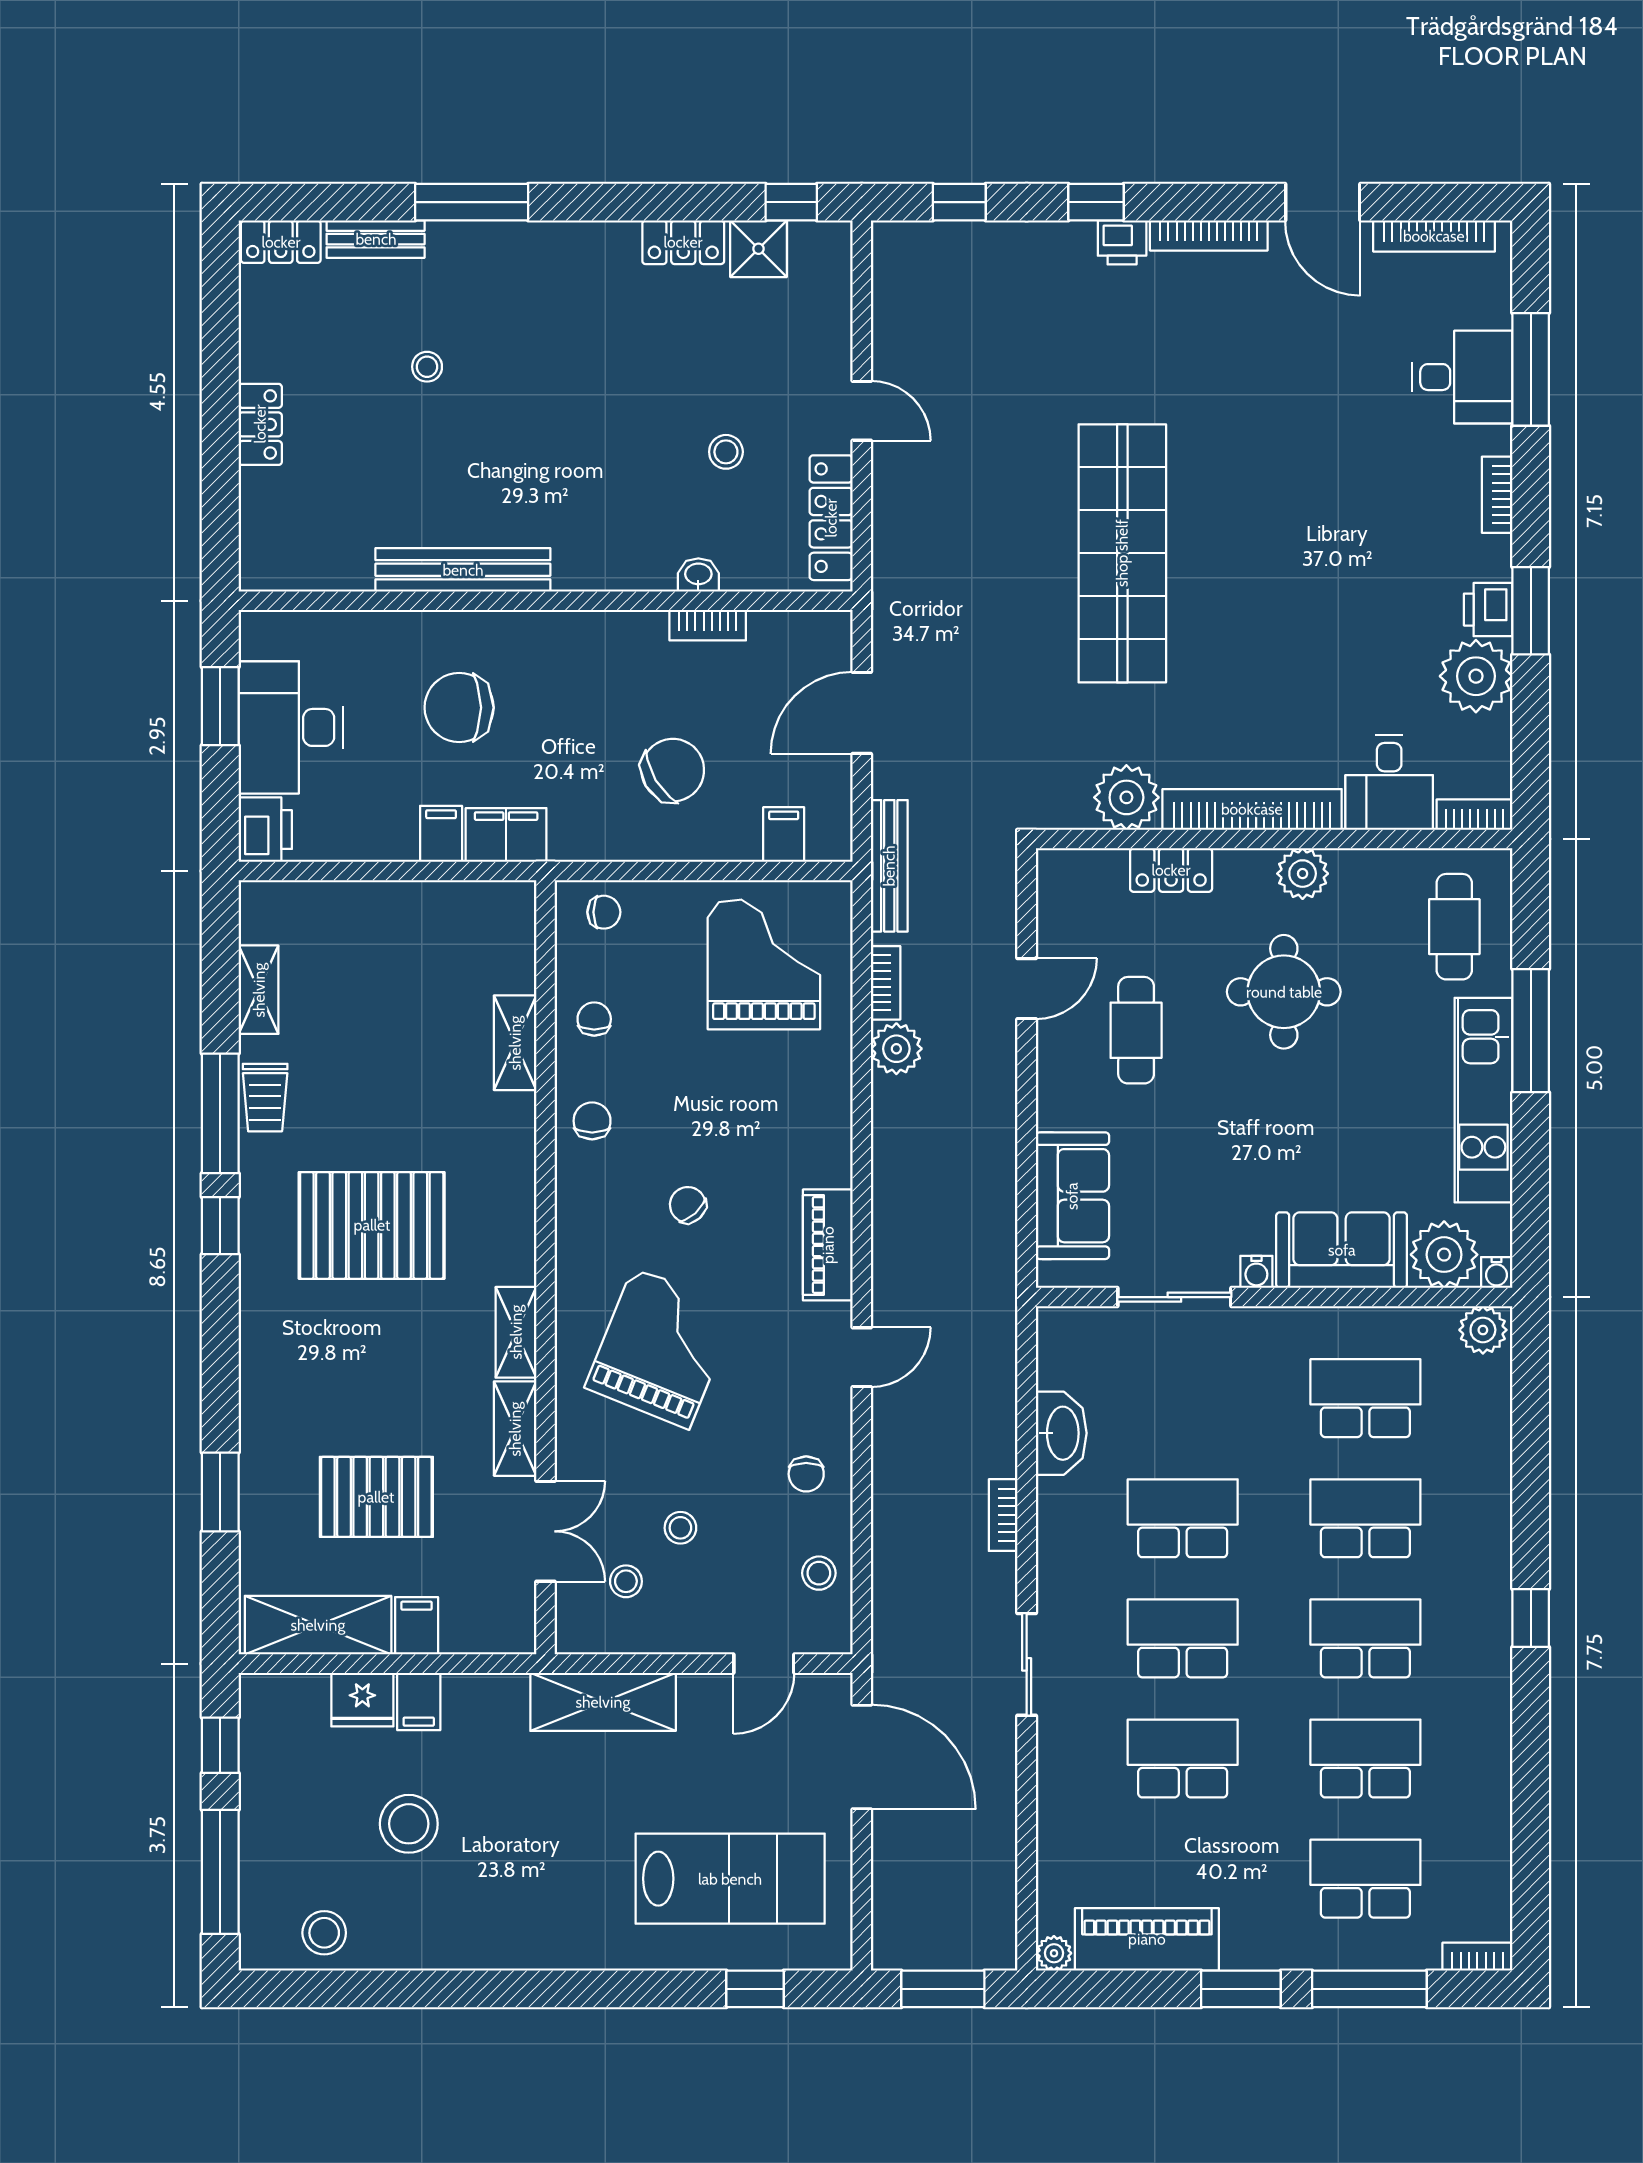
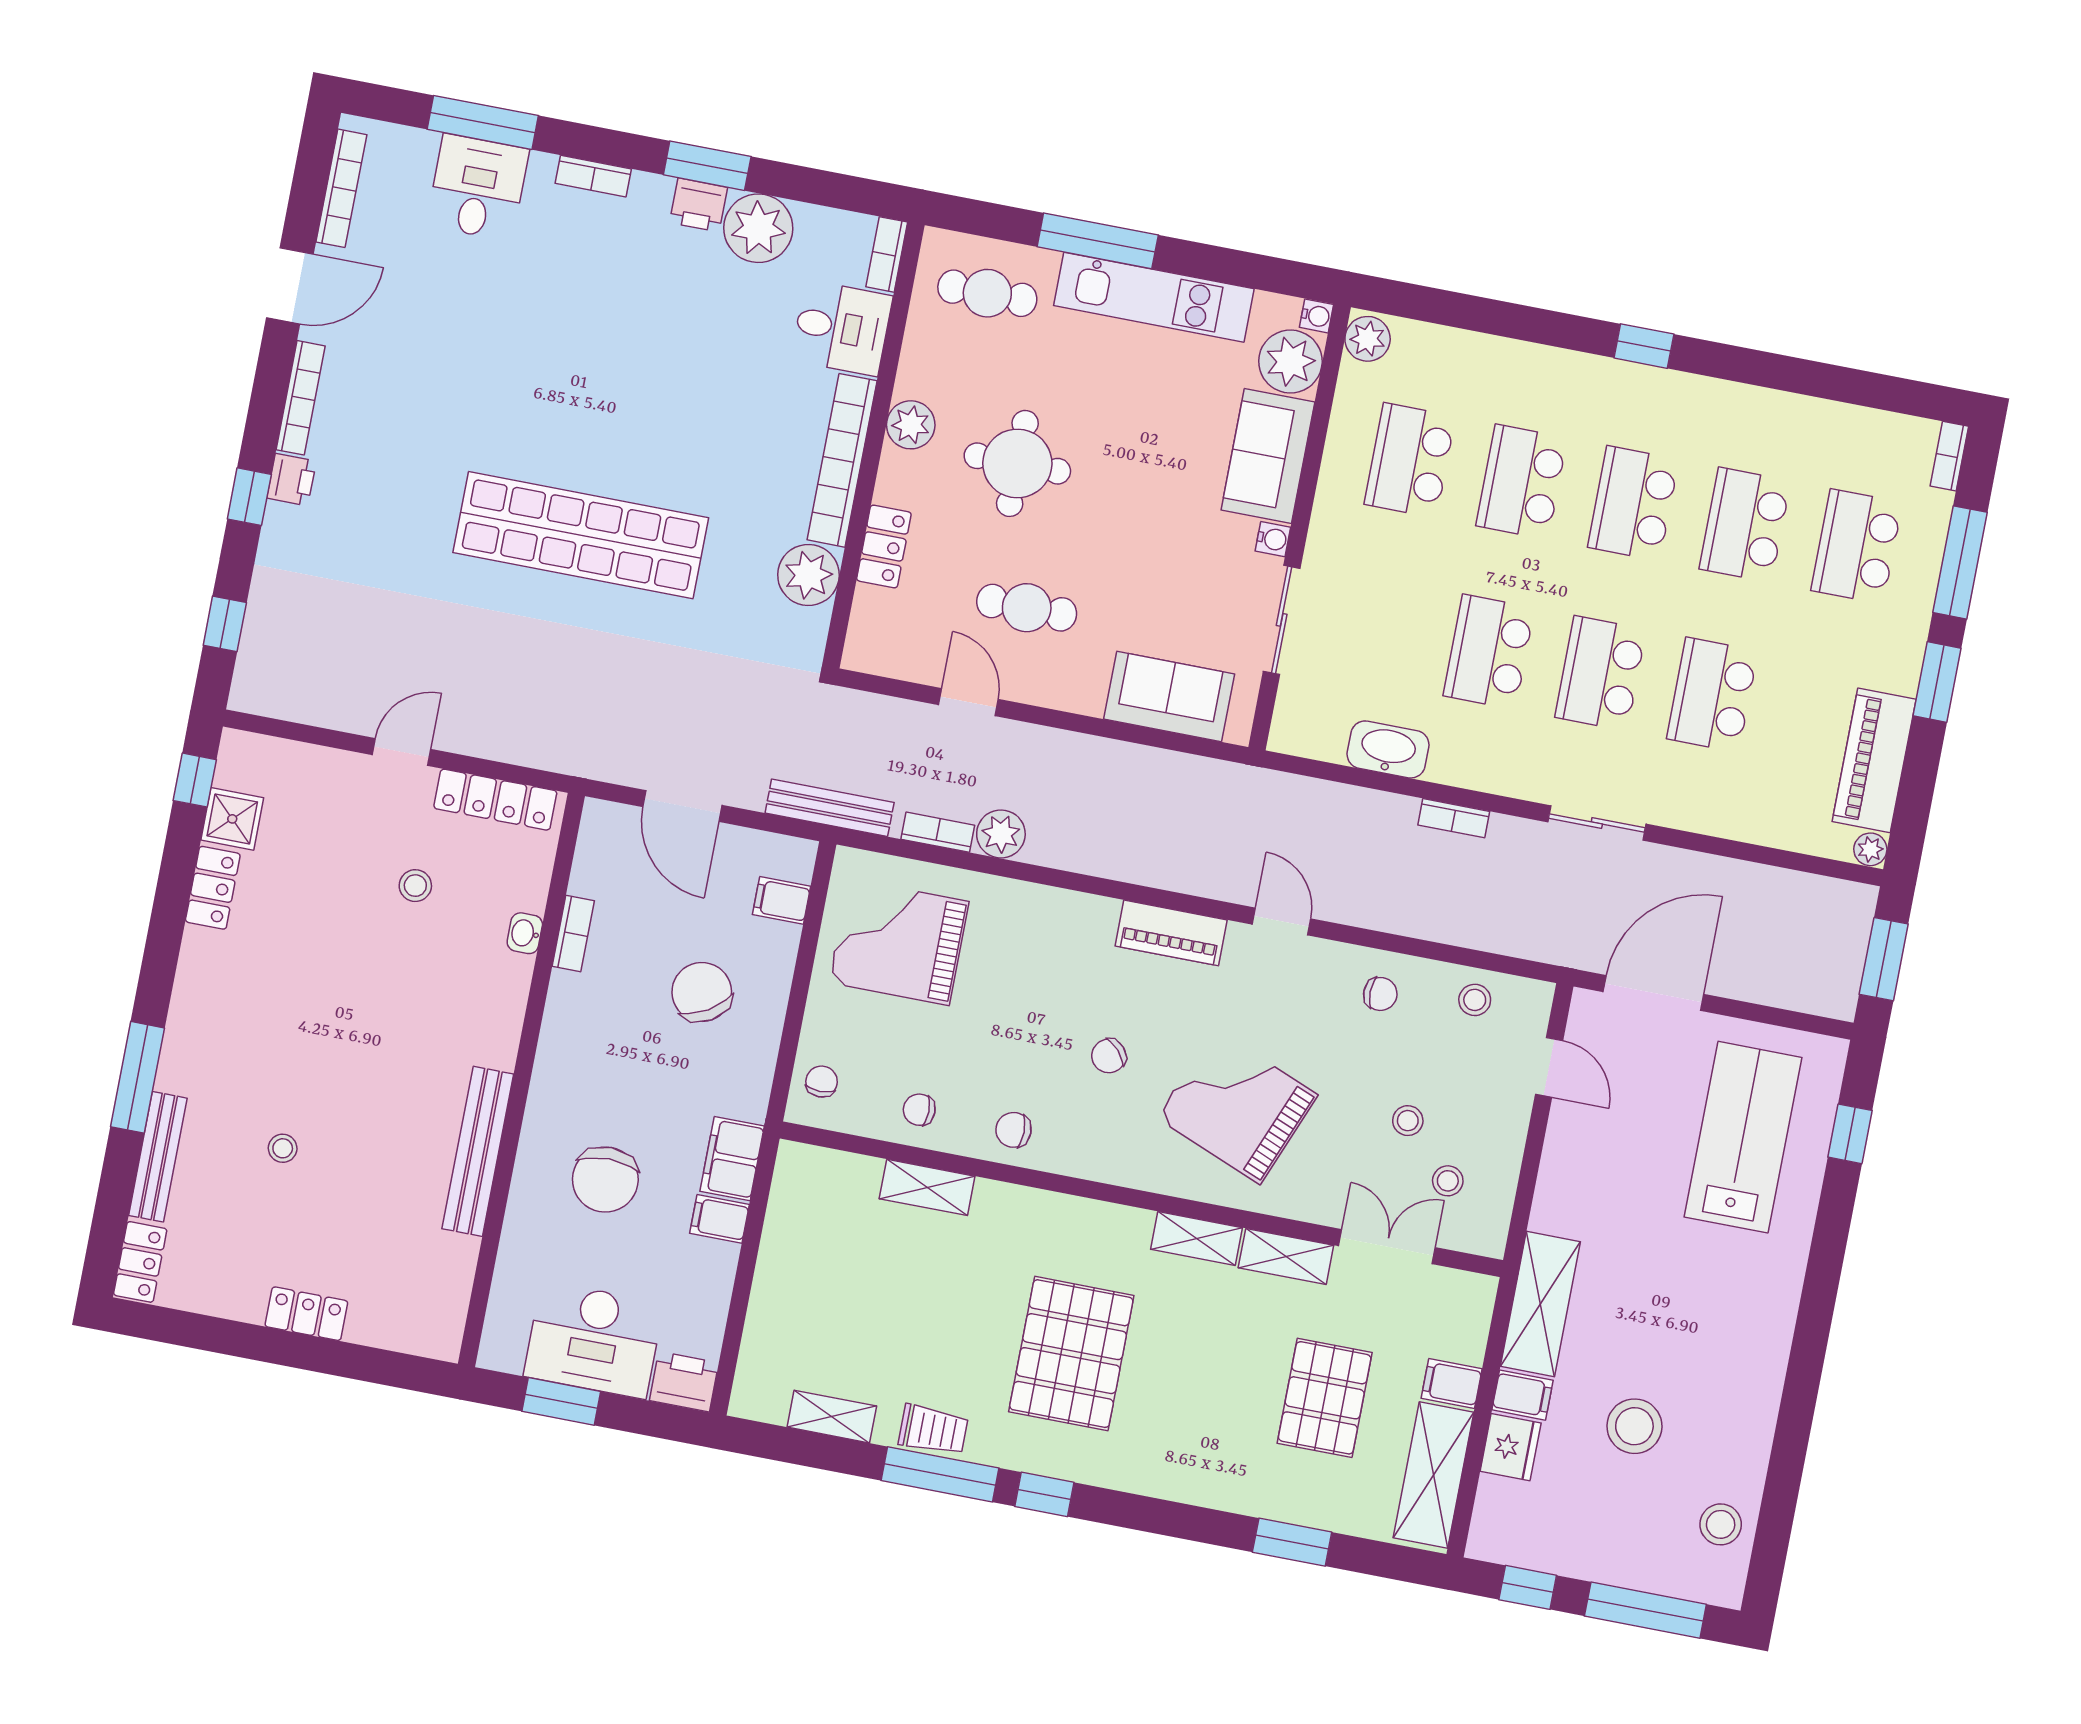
bench: (376, 239) -> (158, 1157), width x1.36
shelving: (603, 1702) -> (1540, 1304), moved

